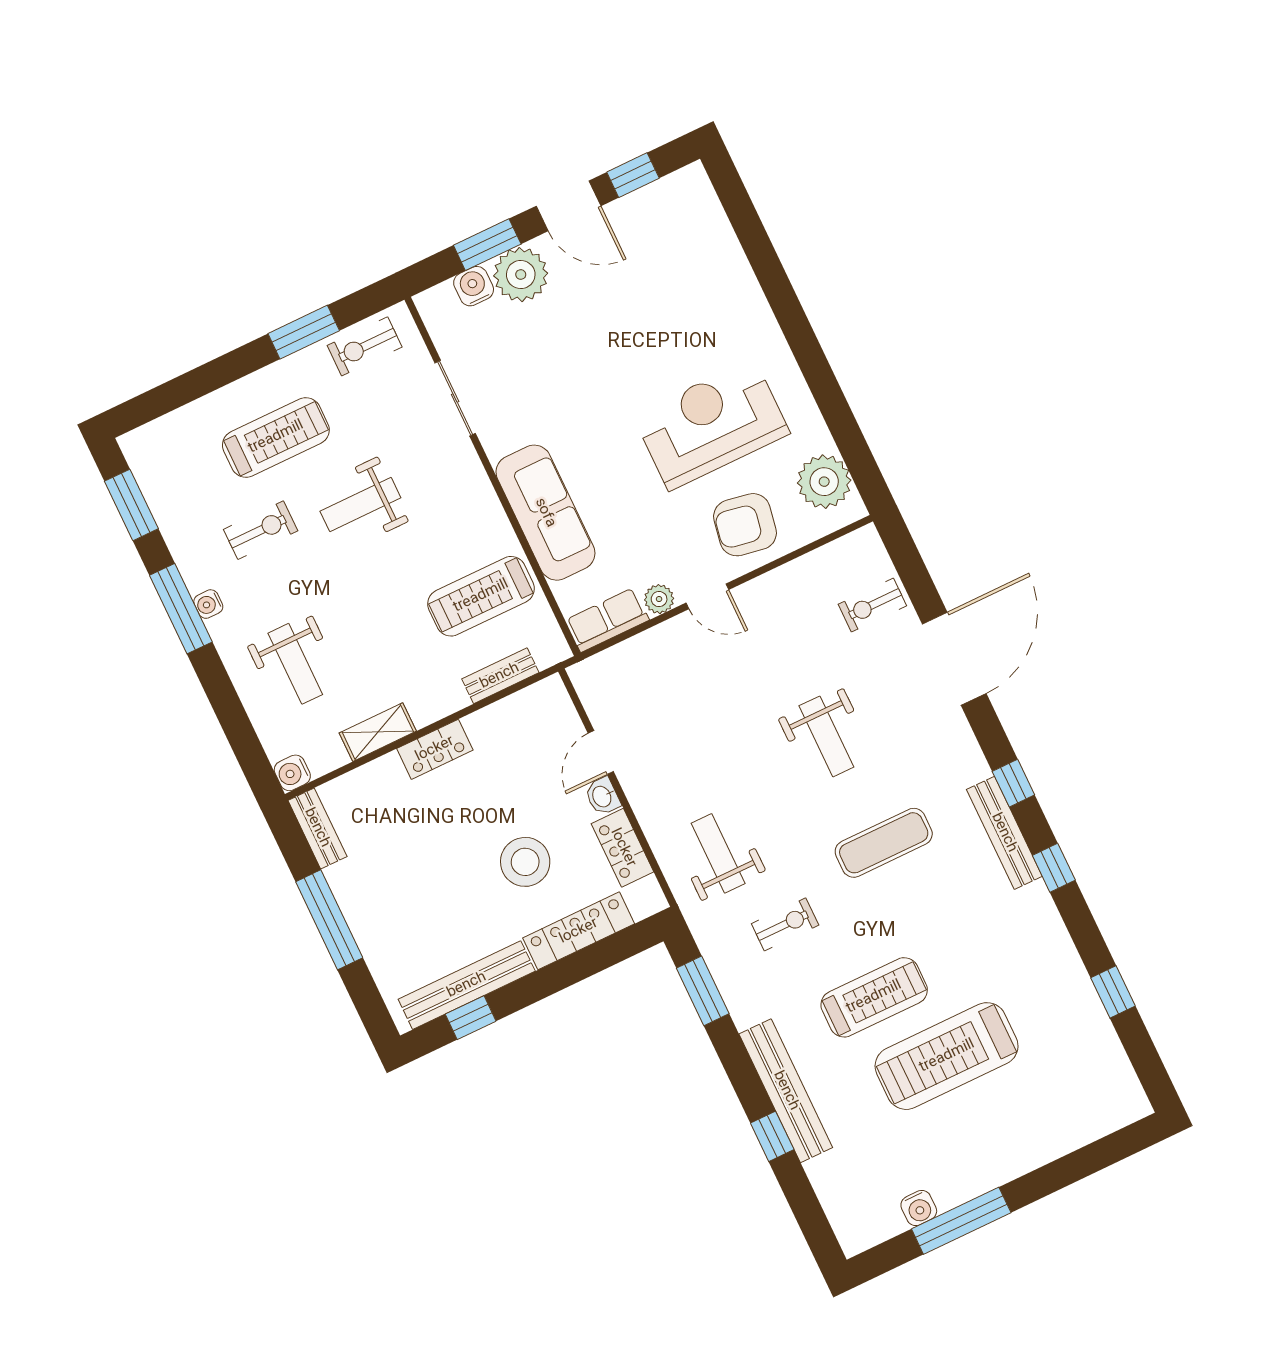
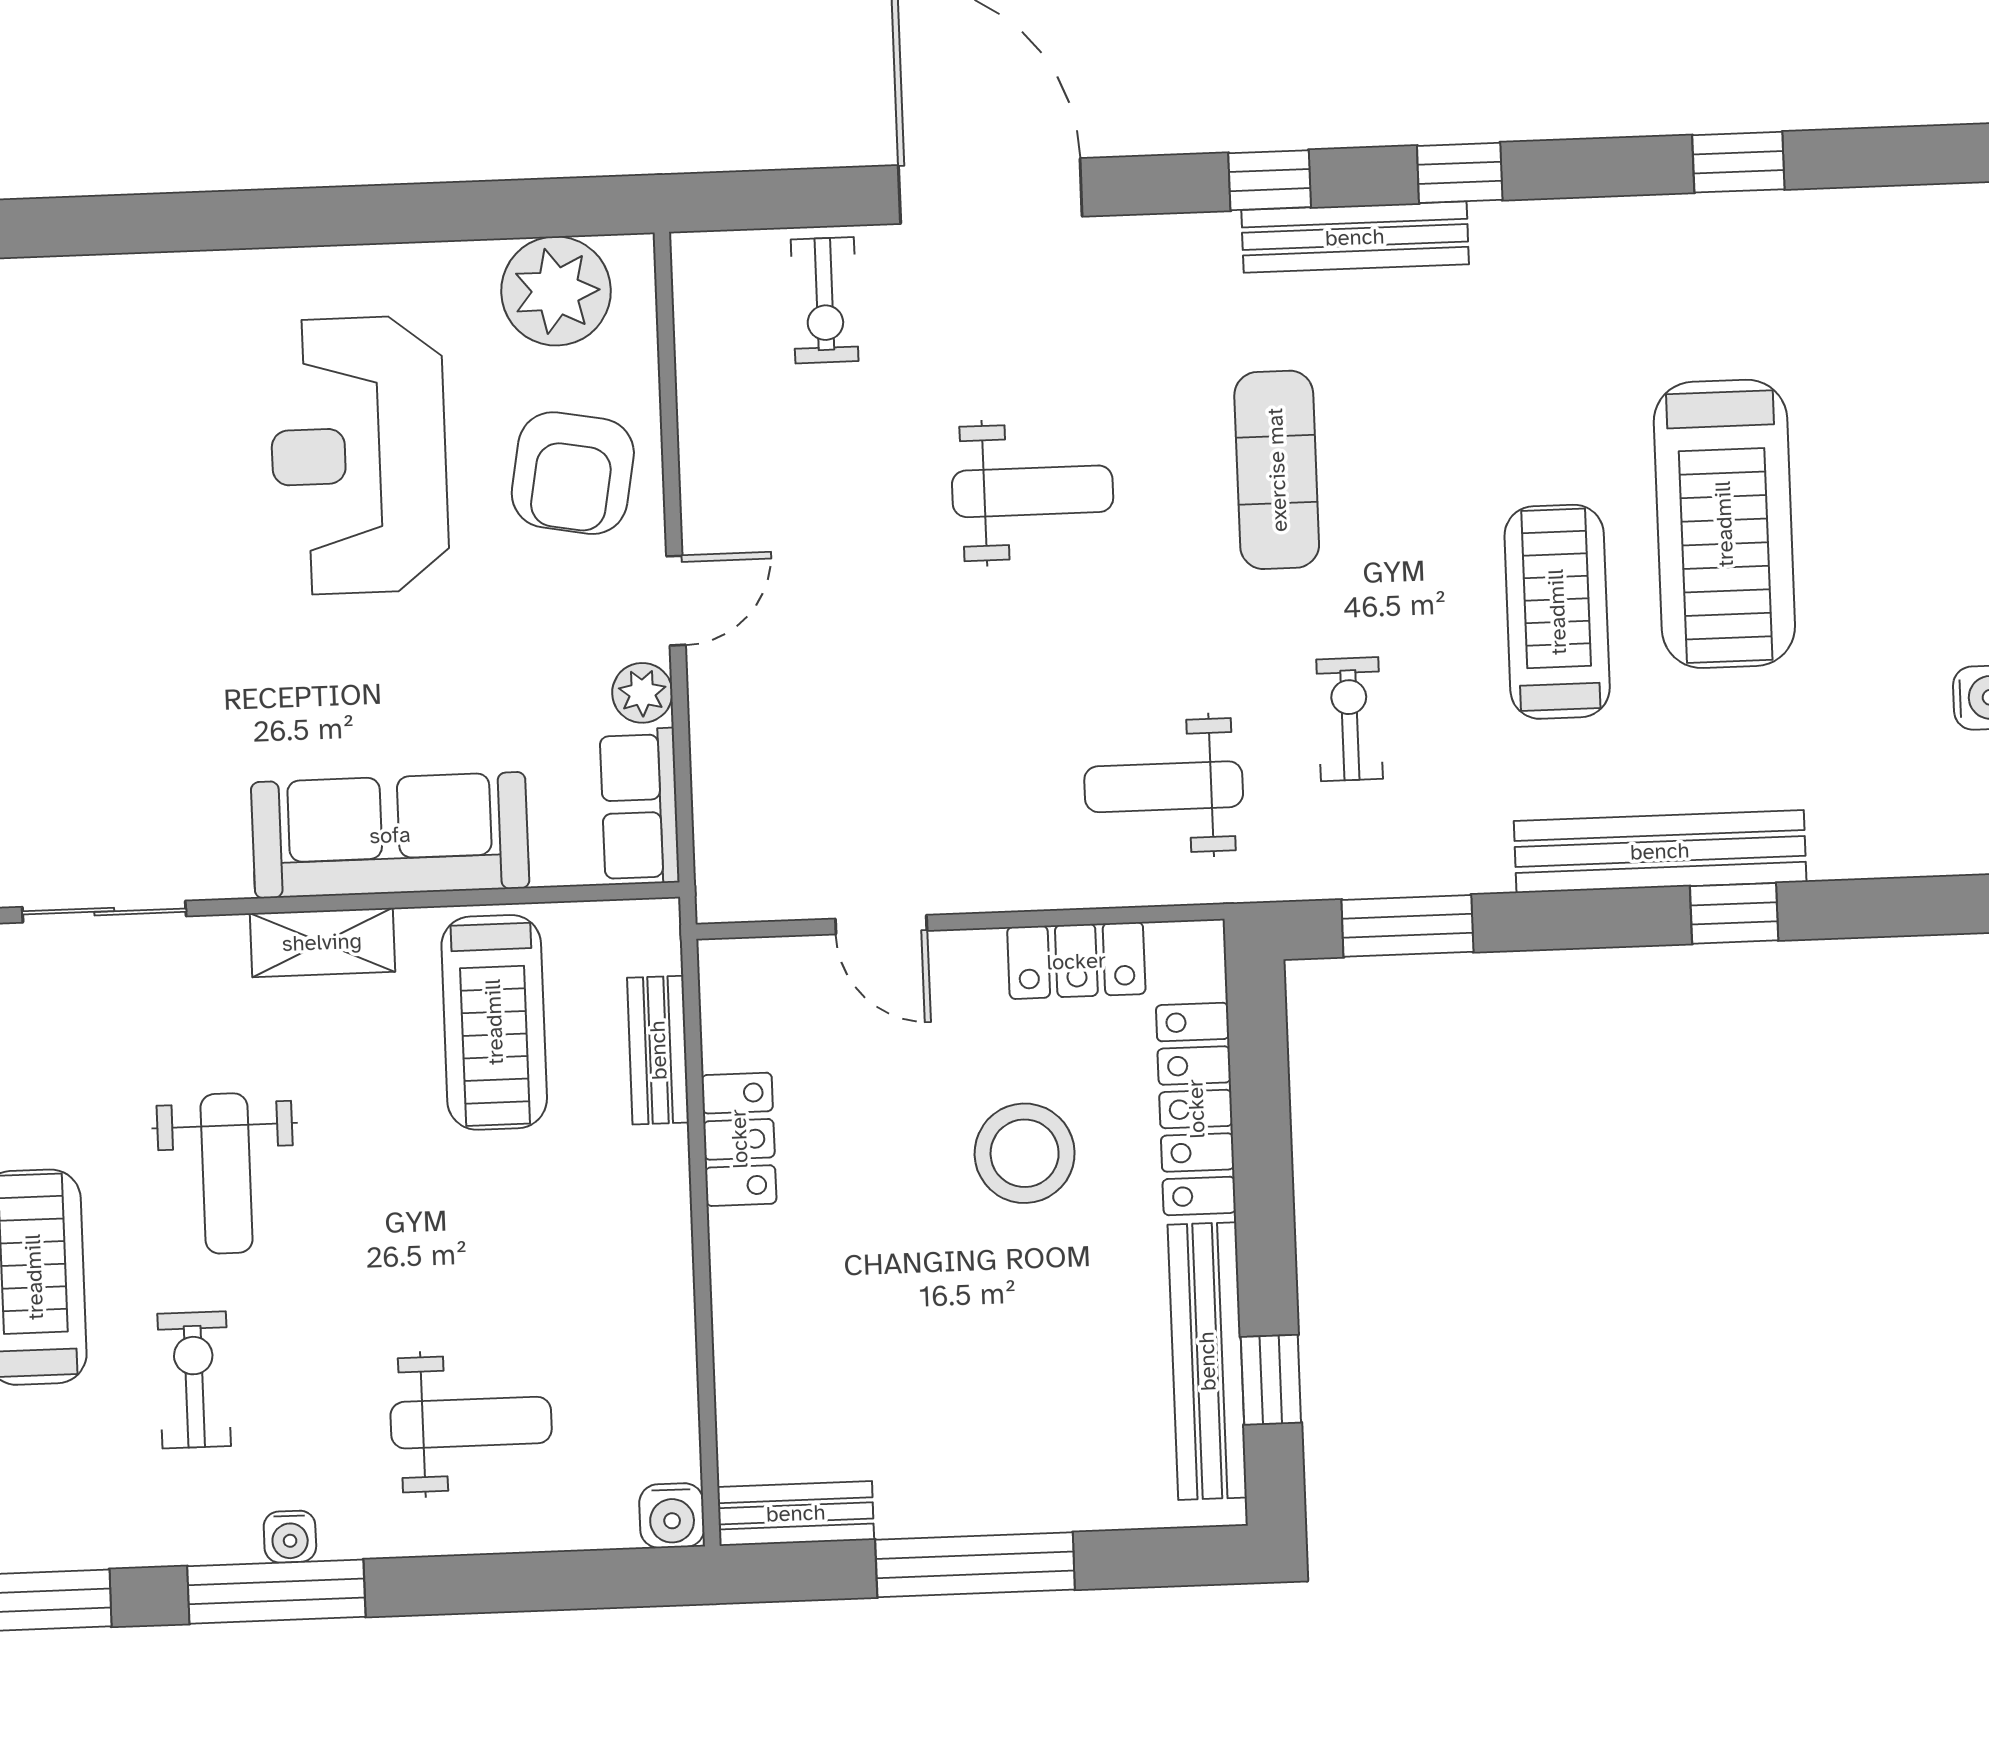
shelving: (378, 732) -> (322, 942), moved, turned 90
locker: (435, 749) -> (739, 1139), moved
washbasin: (603, 796) -> (964, 956), removed

